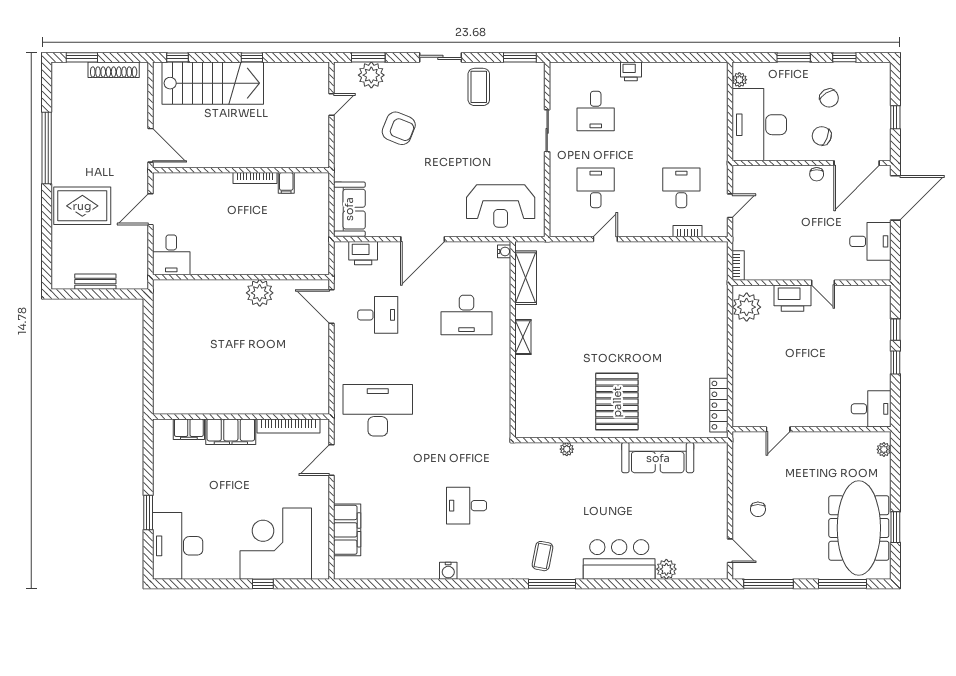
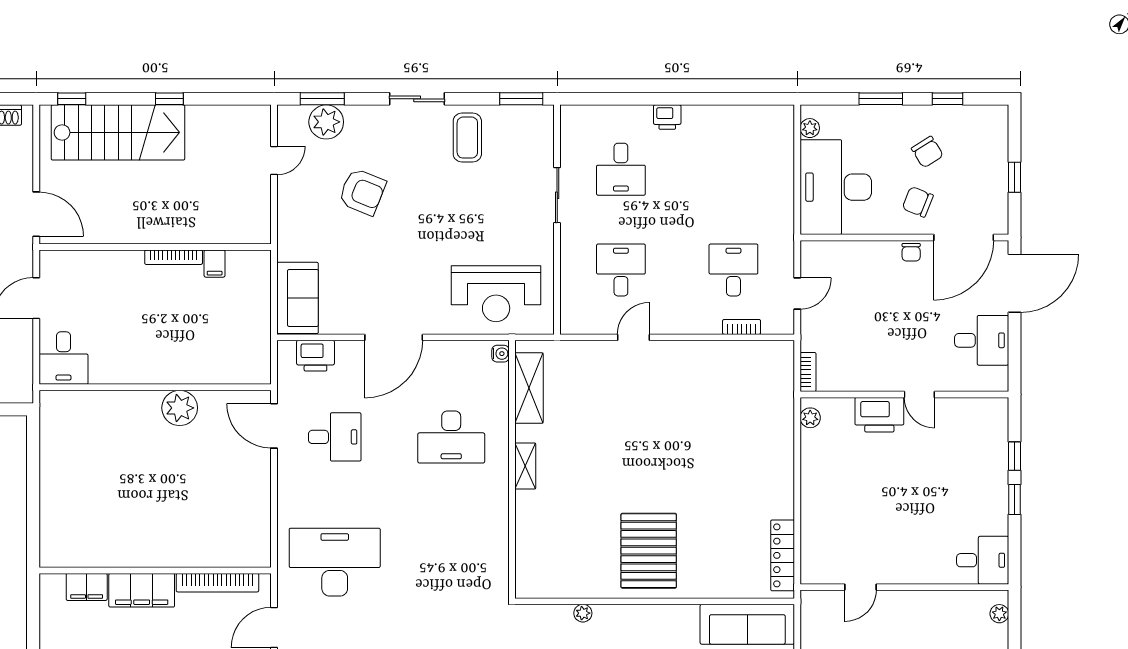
plant: (747, 307) -> (810, 418), width x0.53, depth x0.53
sofa: (658, 458) -> (747, 624), moved

